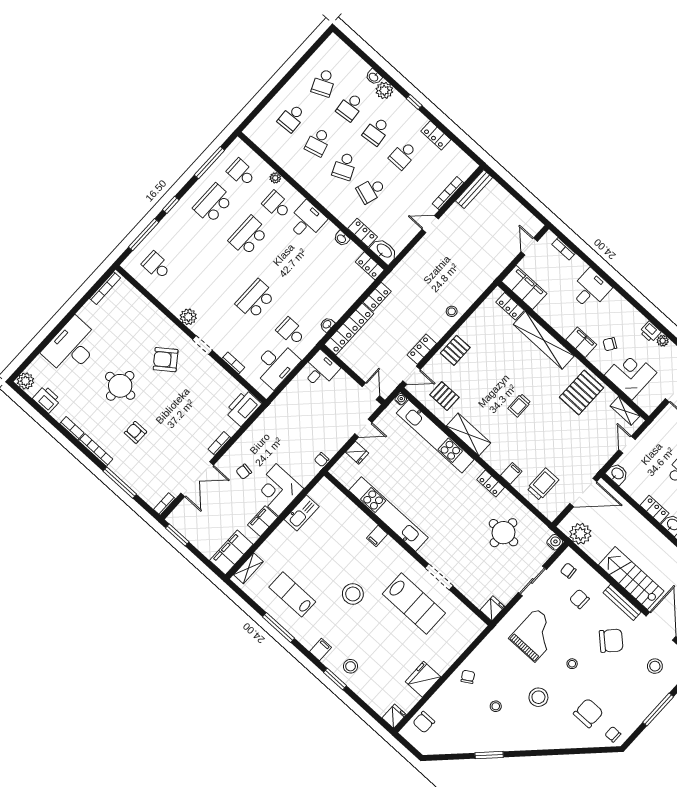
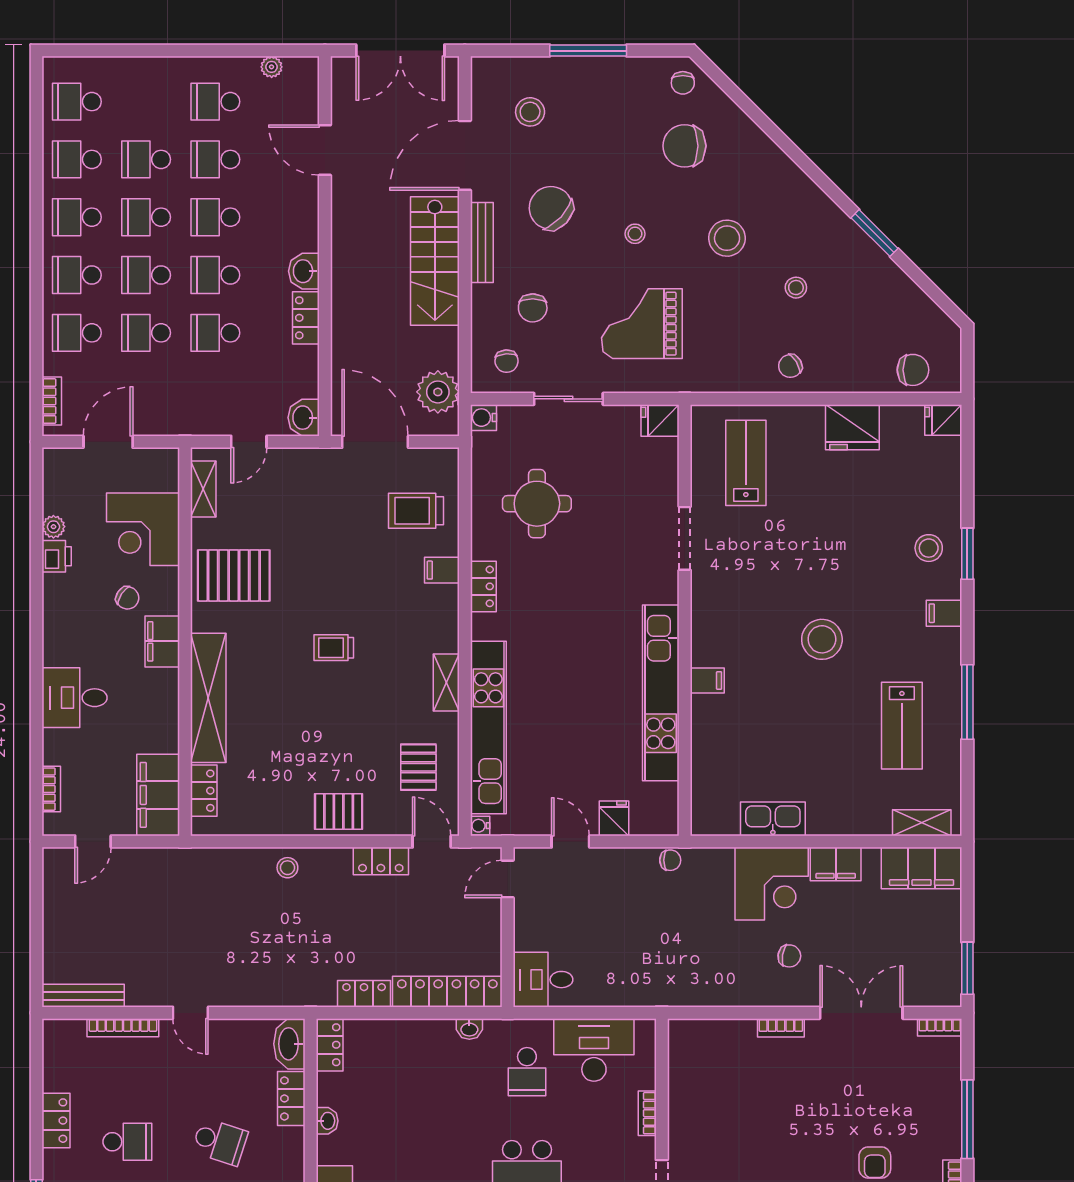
trolley: (519, 405) -> (334, 648), turned 180
printer: (243, 408) -> (699, 1040), removed
shelving: (468, 434) -> (446, 682), width x0.67, depth x0.75
lab bench: (414, 603) -> (746, 463), moved, width x0.73, depth x0.72

